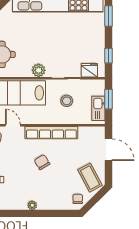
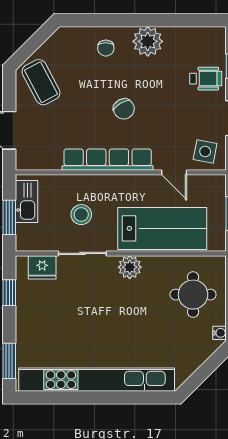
chair: (78, 199) -> (106, 48), moved
plant: (32, 205) -> (148, 41), width x1.88, depth x1.88

